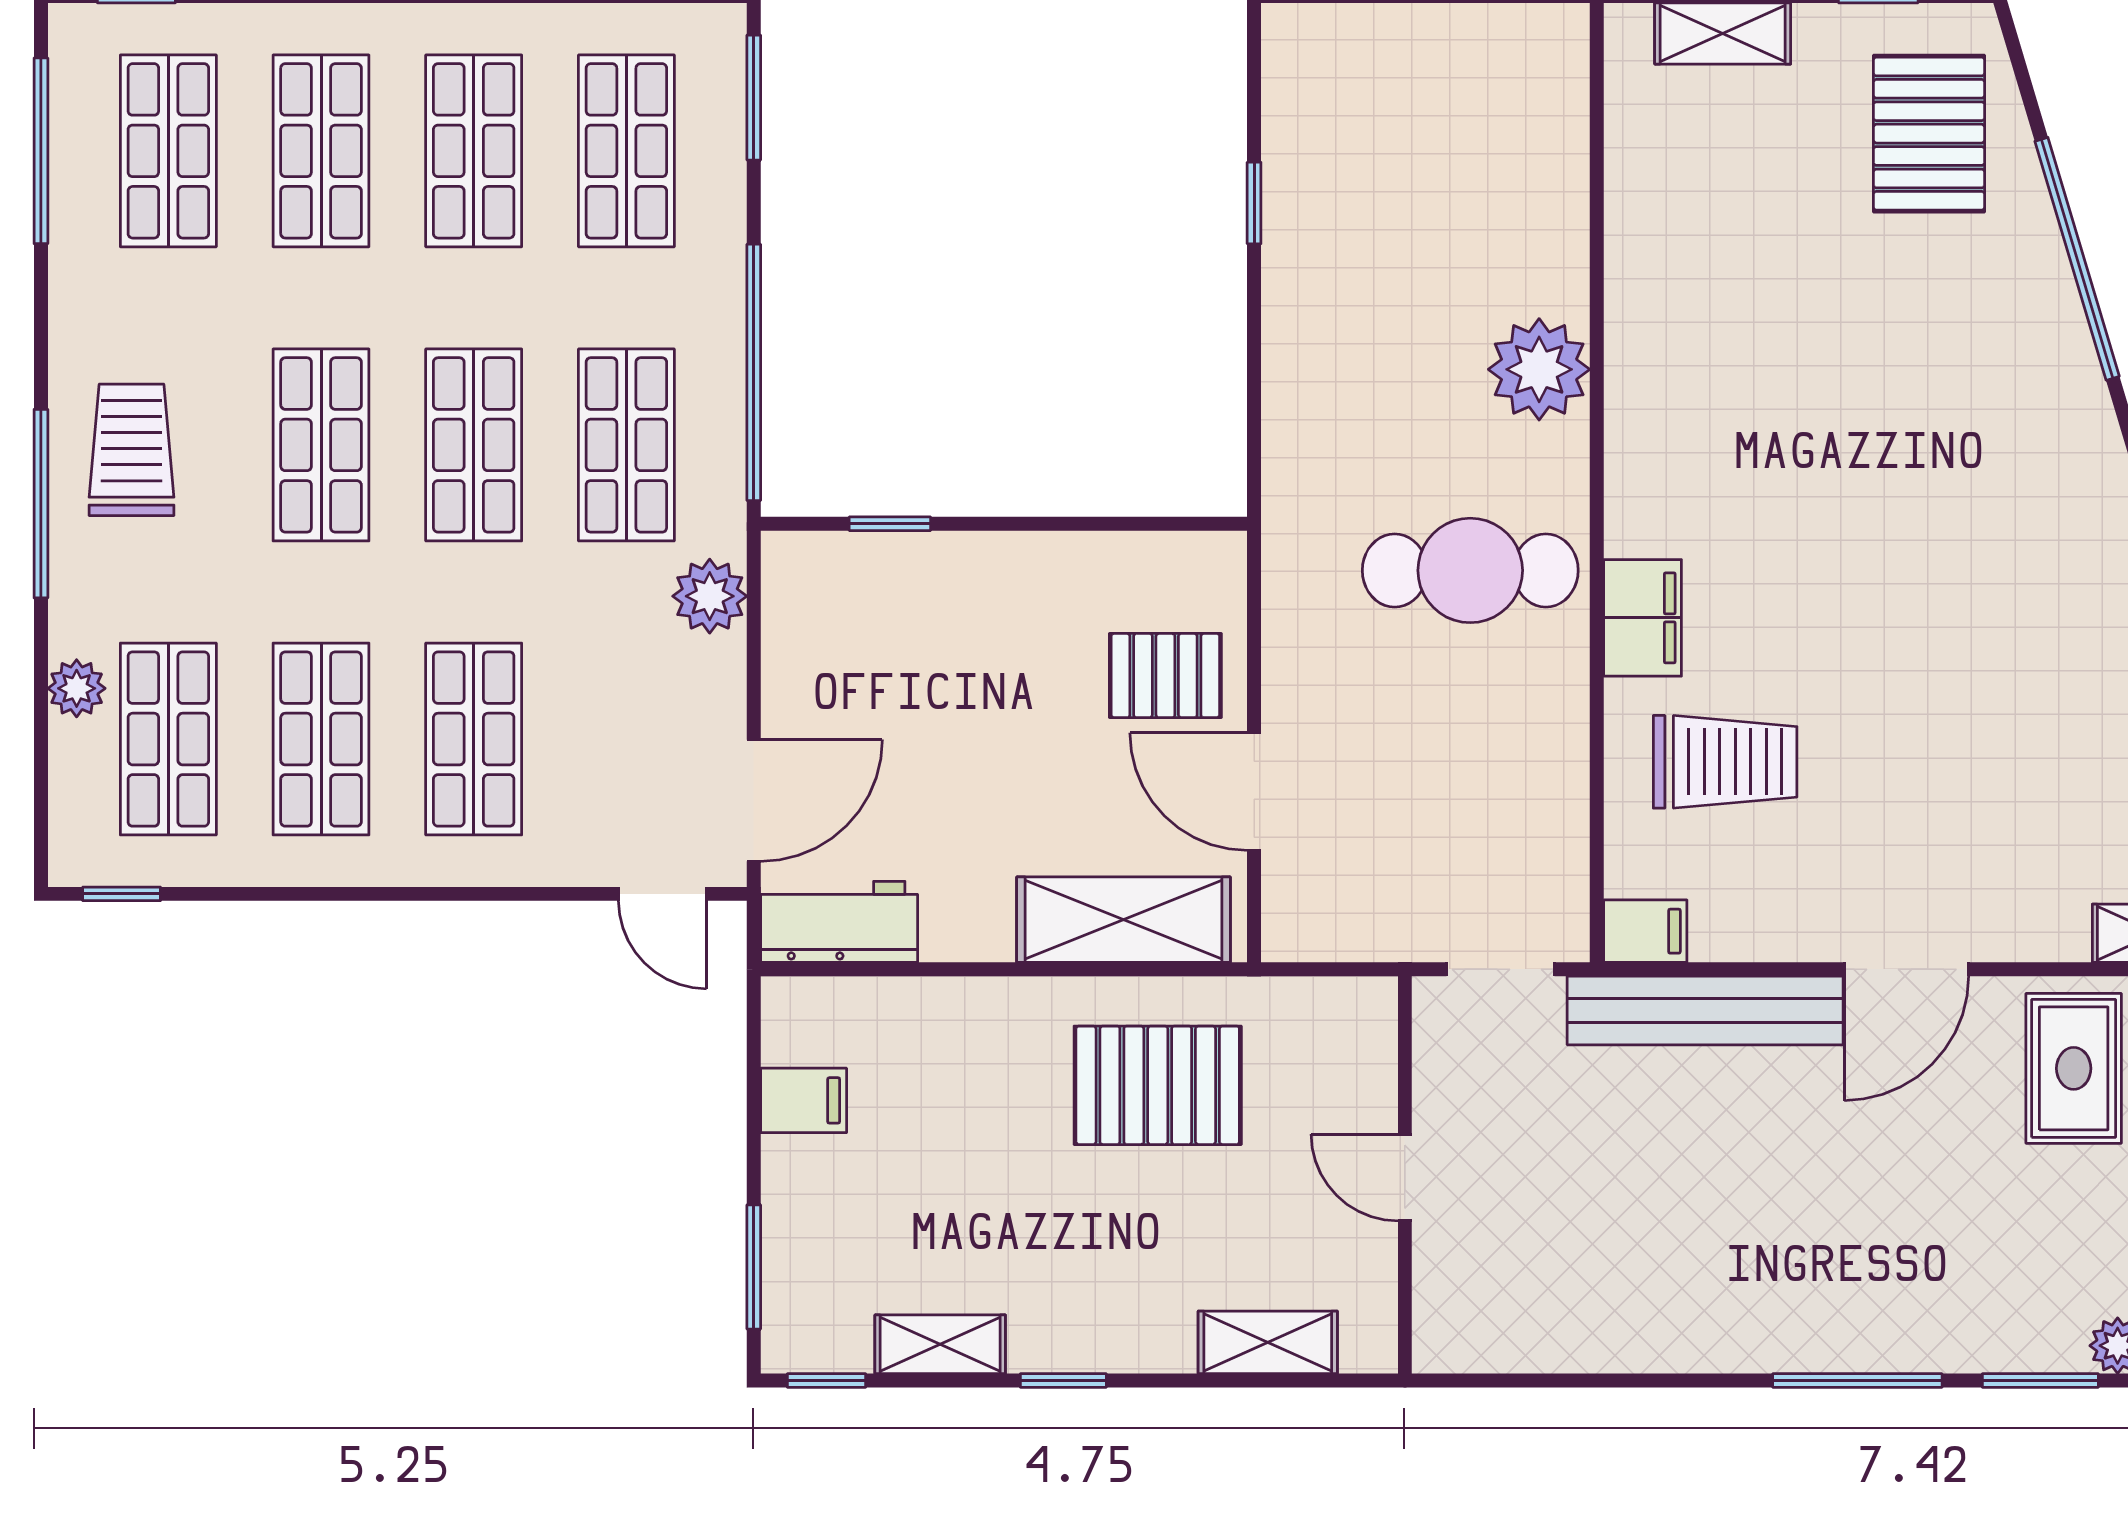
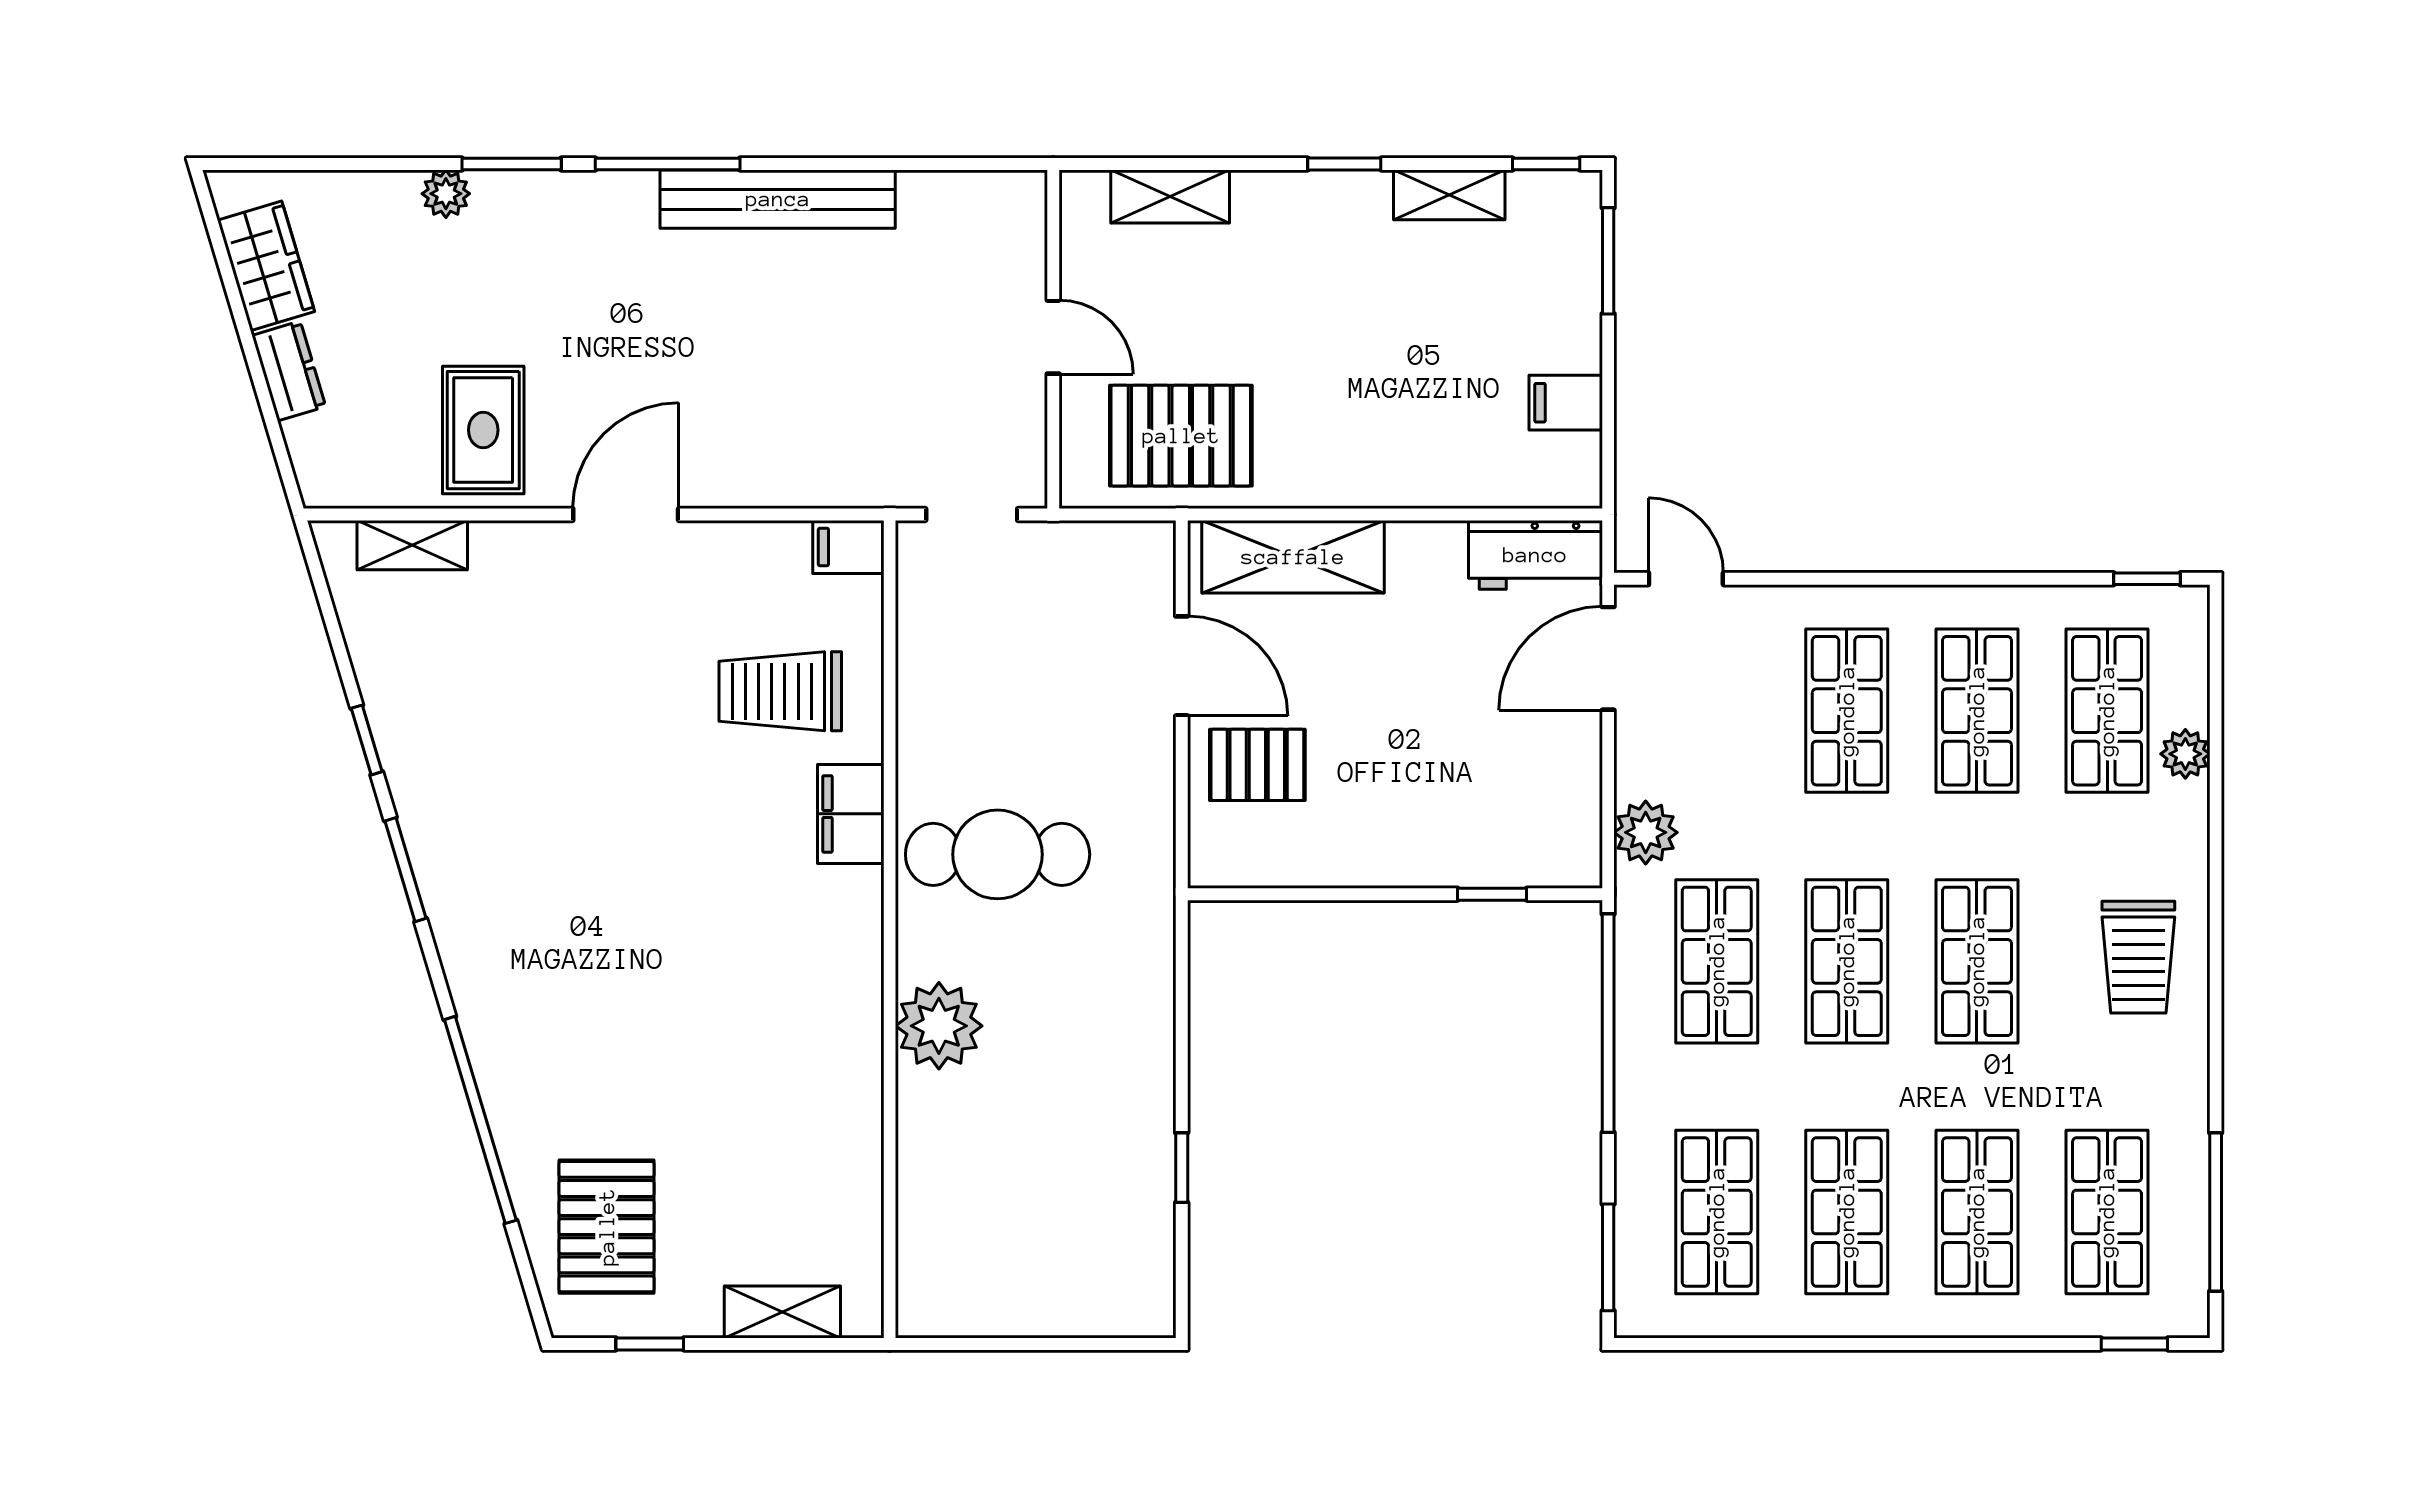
window: (41, 504) -> (2216, 911), removed
bench: (1705, 1010) -> (778, 199), moved
pallet: (1158, 1085) -> (1181, 436), moved

